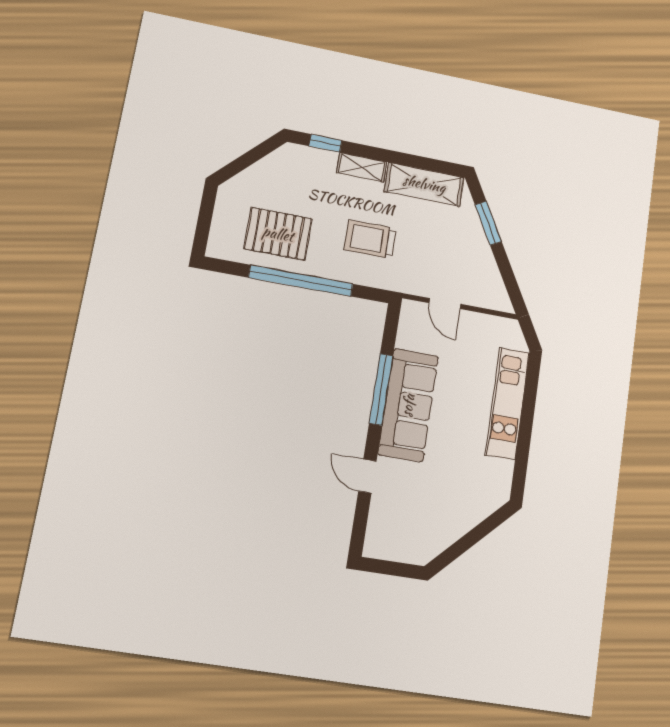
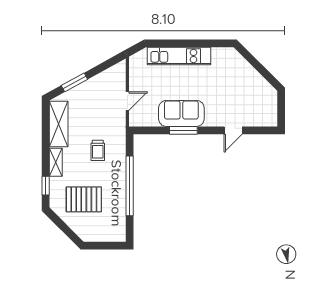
pallet: (278, 234) -> (84, 199), moved, turned 90
trolley: (370, 239) -> (98, 150), width x0.73, depth x0.72
window: (381, 389) -> (183, 130), width x0.69
sofa: (408, 405) -> (181, 113), width x0.73

